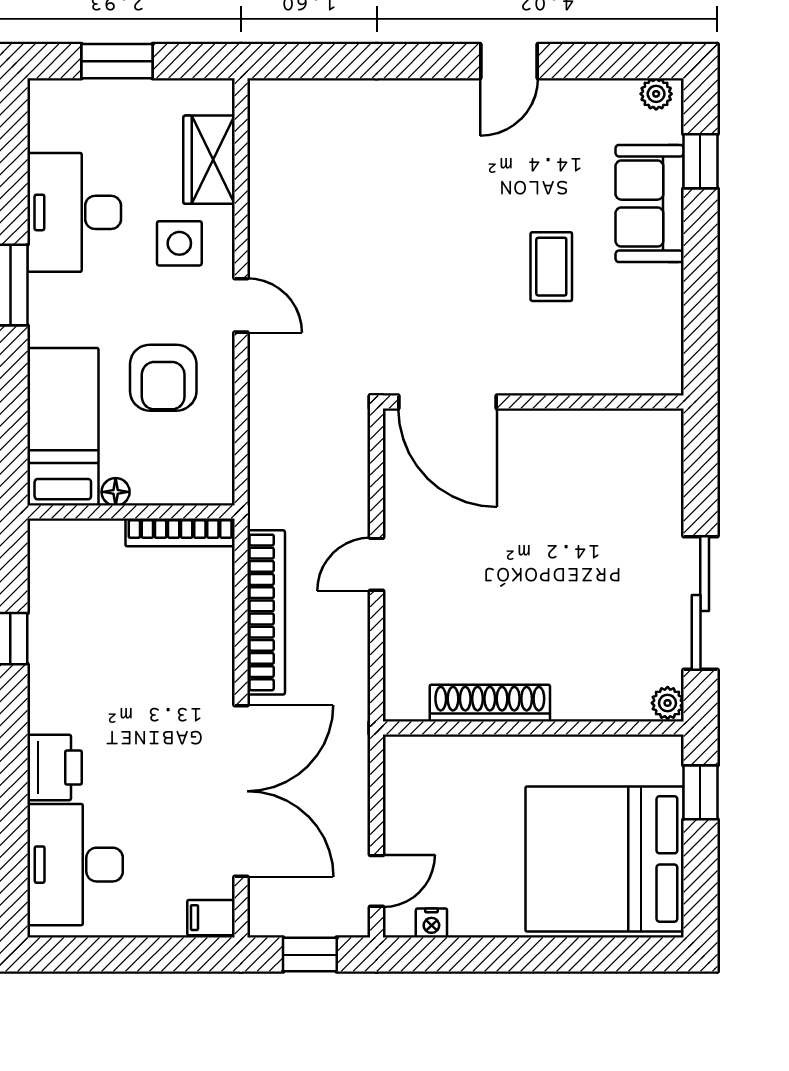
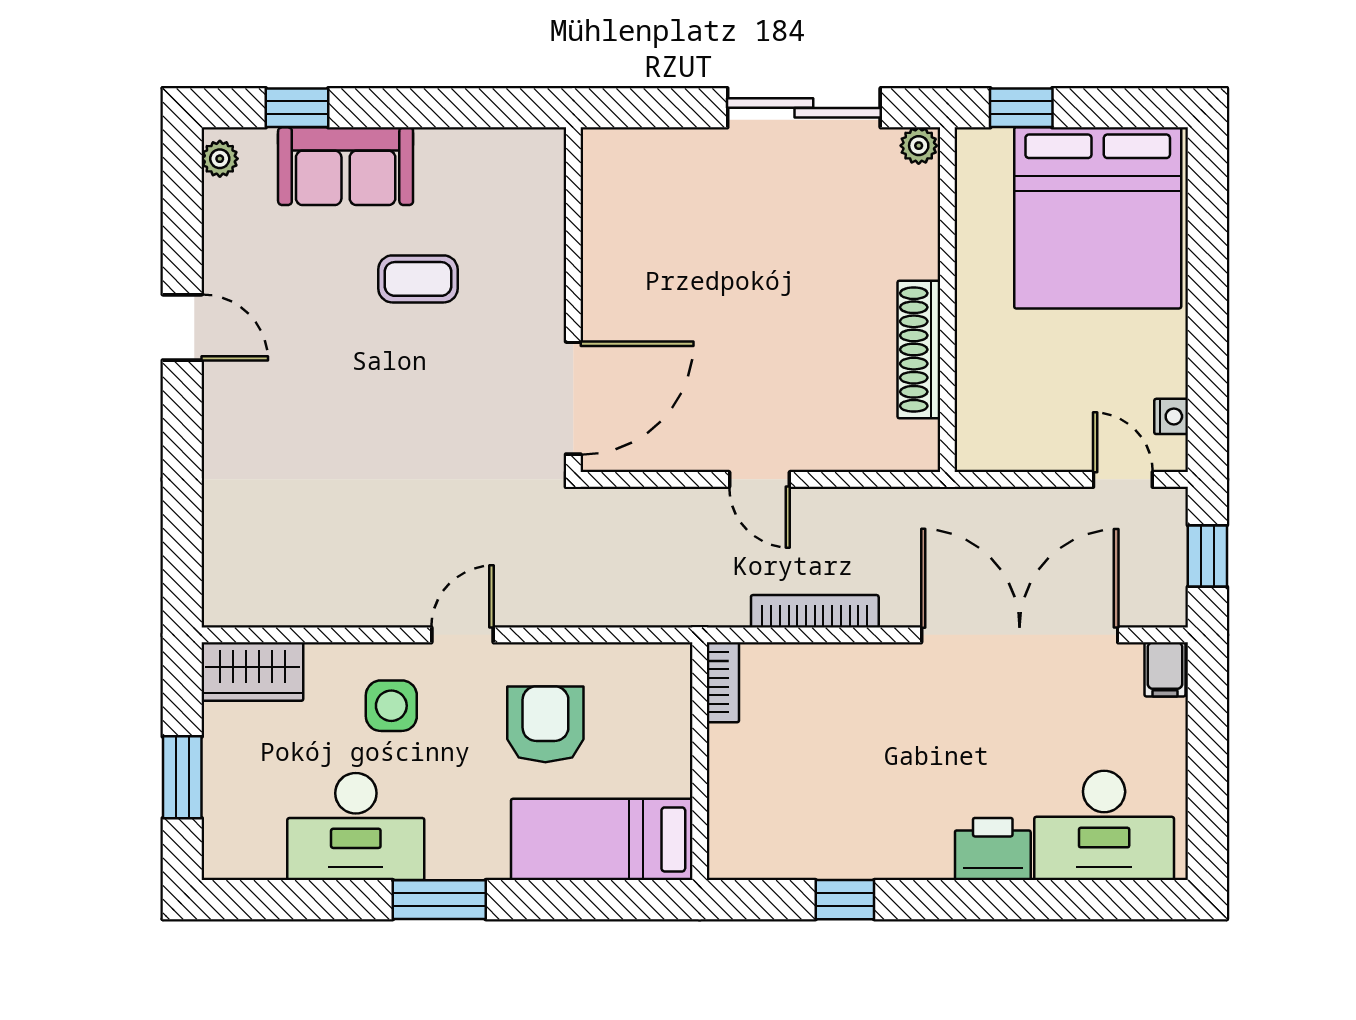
wardrobe: (209, 160) -> (252, 672), moved
armchair: (163, 378) -> (545, 724), turned -90
floor lamp: (116, 492) -> (676, 779), removed
bookcase: (180, 532) -> (723, 682), width x0.64
bookcase: (266, 612) -> (815, 611), width x0.68, depth x0.76

